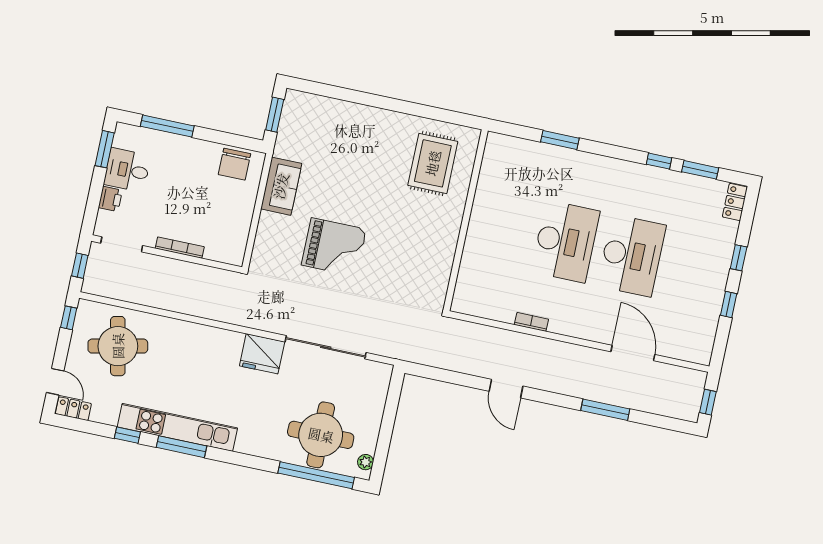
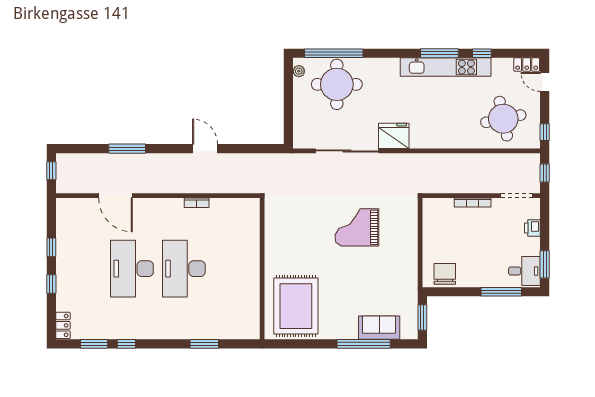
window: (357, 97) -> (364, 344), added
rug: (433, 163) -> (296, 306), width x1.37, depth x1.44
desk: (127, 170) -> (524, 271), moved
sofa: (281, 186) -> (379, 328), moved, turned 90

